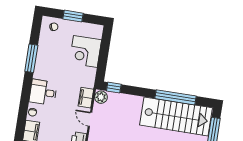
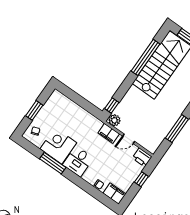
corner desk: (85, 51) -> (58, 146), moved, turned 180
desk: (43, 92) -> (78, 161), moved

